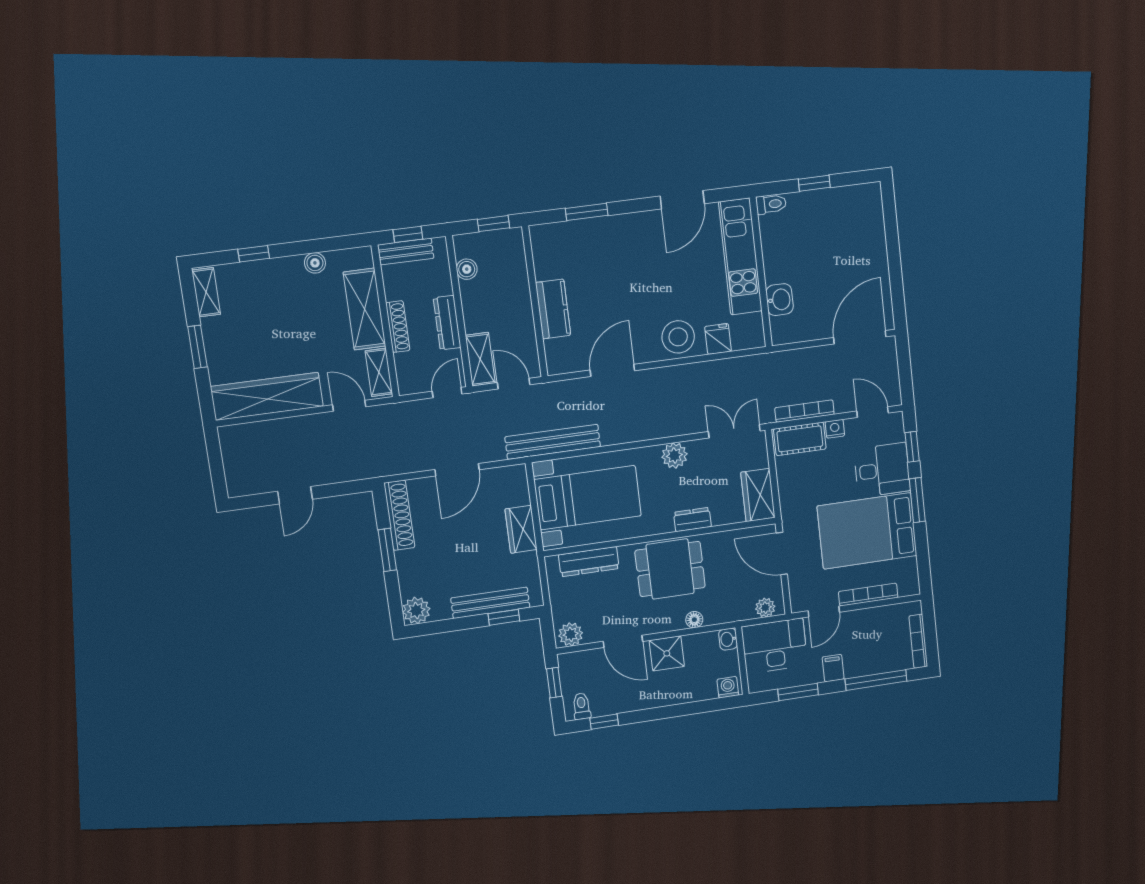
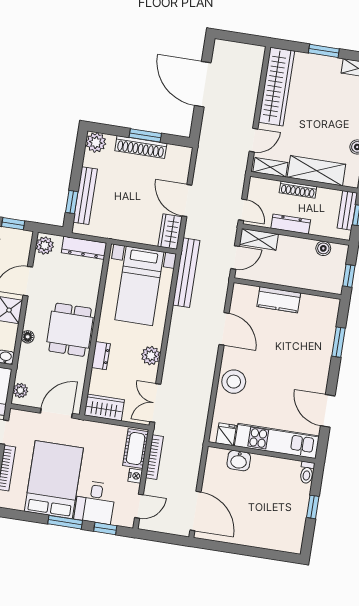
fridge: (718, 339) -> (226, 434), moved, turned -90
double door: (734, 431) -> (155, 403), swing flipped
door: (295, 495) -> (203, 84), width x1.88
shoe rack: (399, 515) -> (141, 147), moved
wardrobe: (521, 529) -> (170, 232), moved, turned -90
dresser: (589, 562) -> (84, 248), moved, turned -90

